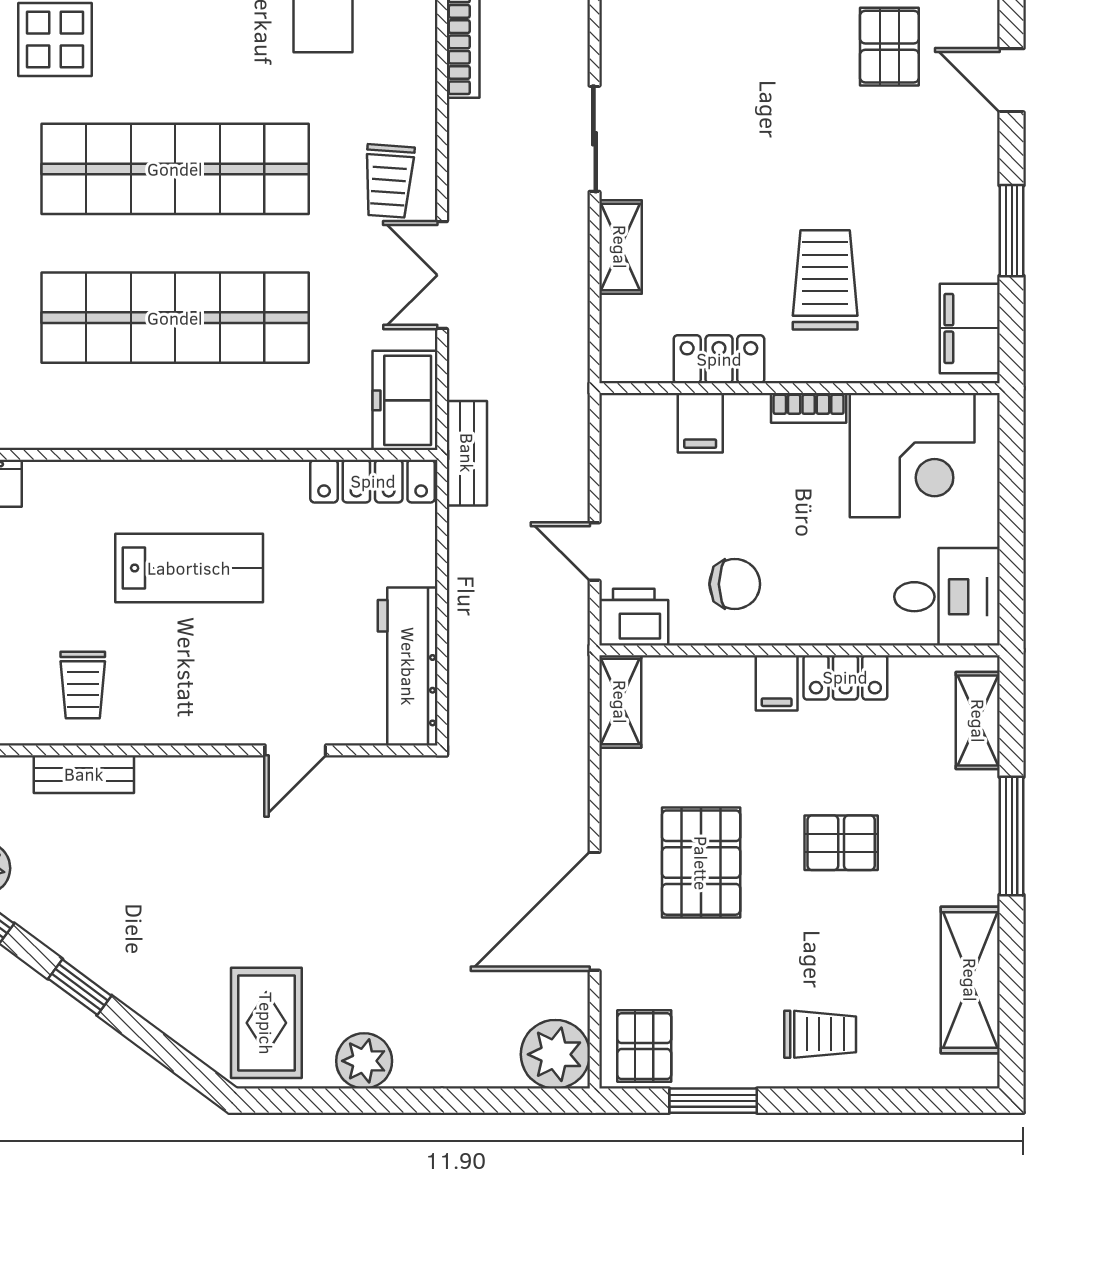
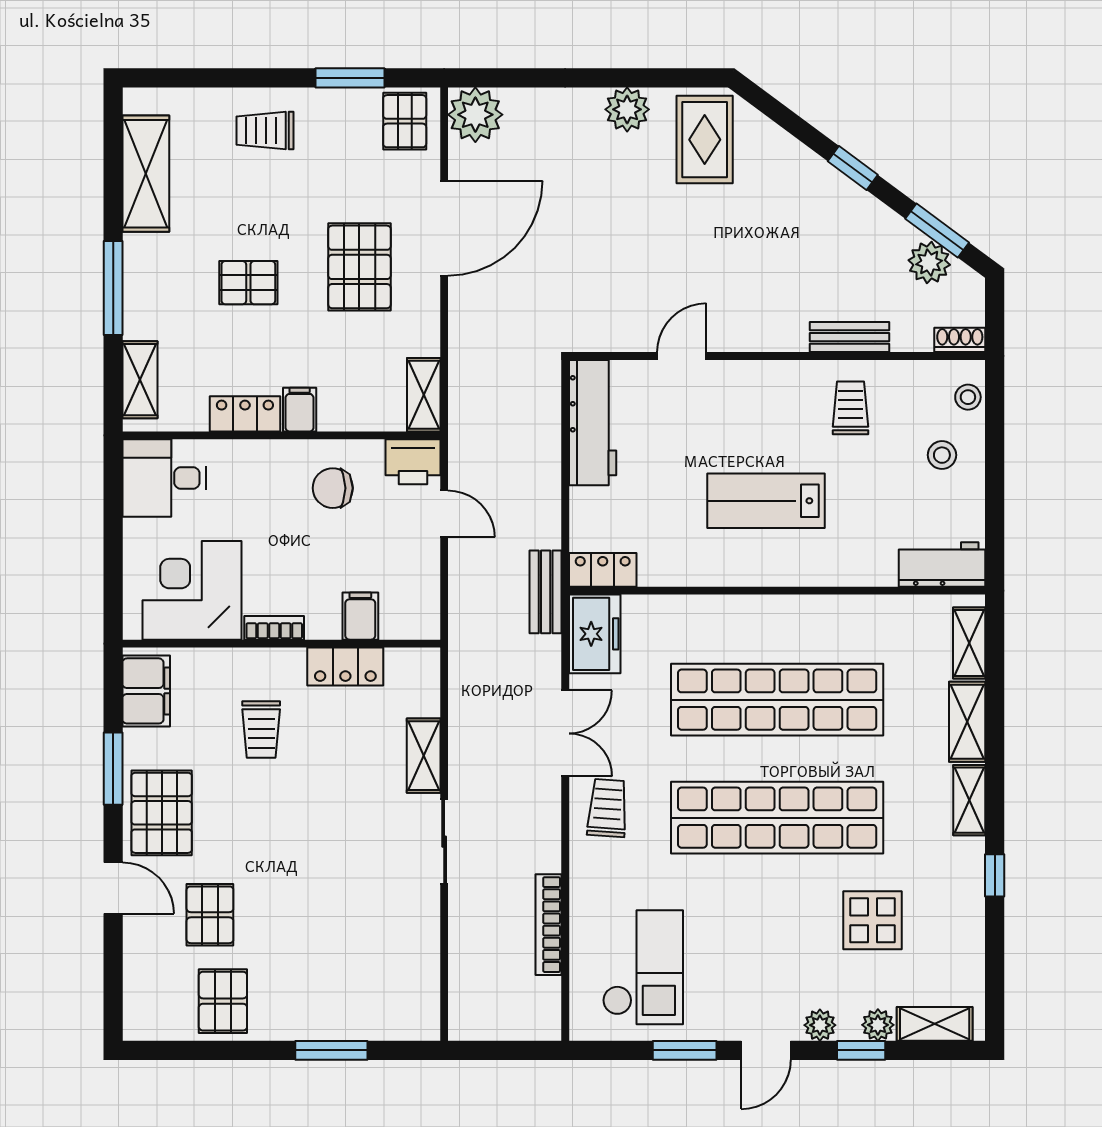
pallet: (950, 175) -> (162, 813), added
trolley: (825, 280) -> (261, 730), width x0.73, depth x0.72
locker: (373, 481) -> (603, 570), width x0.66

